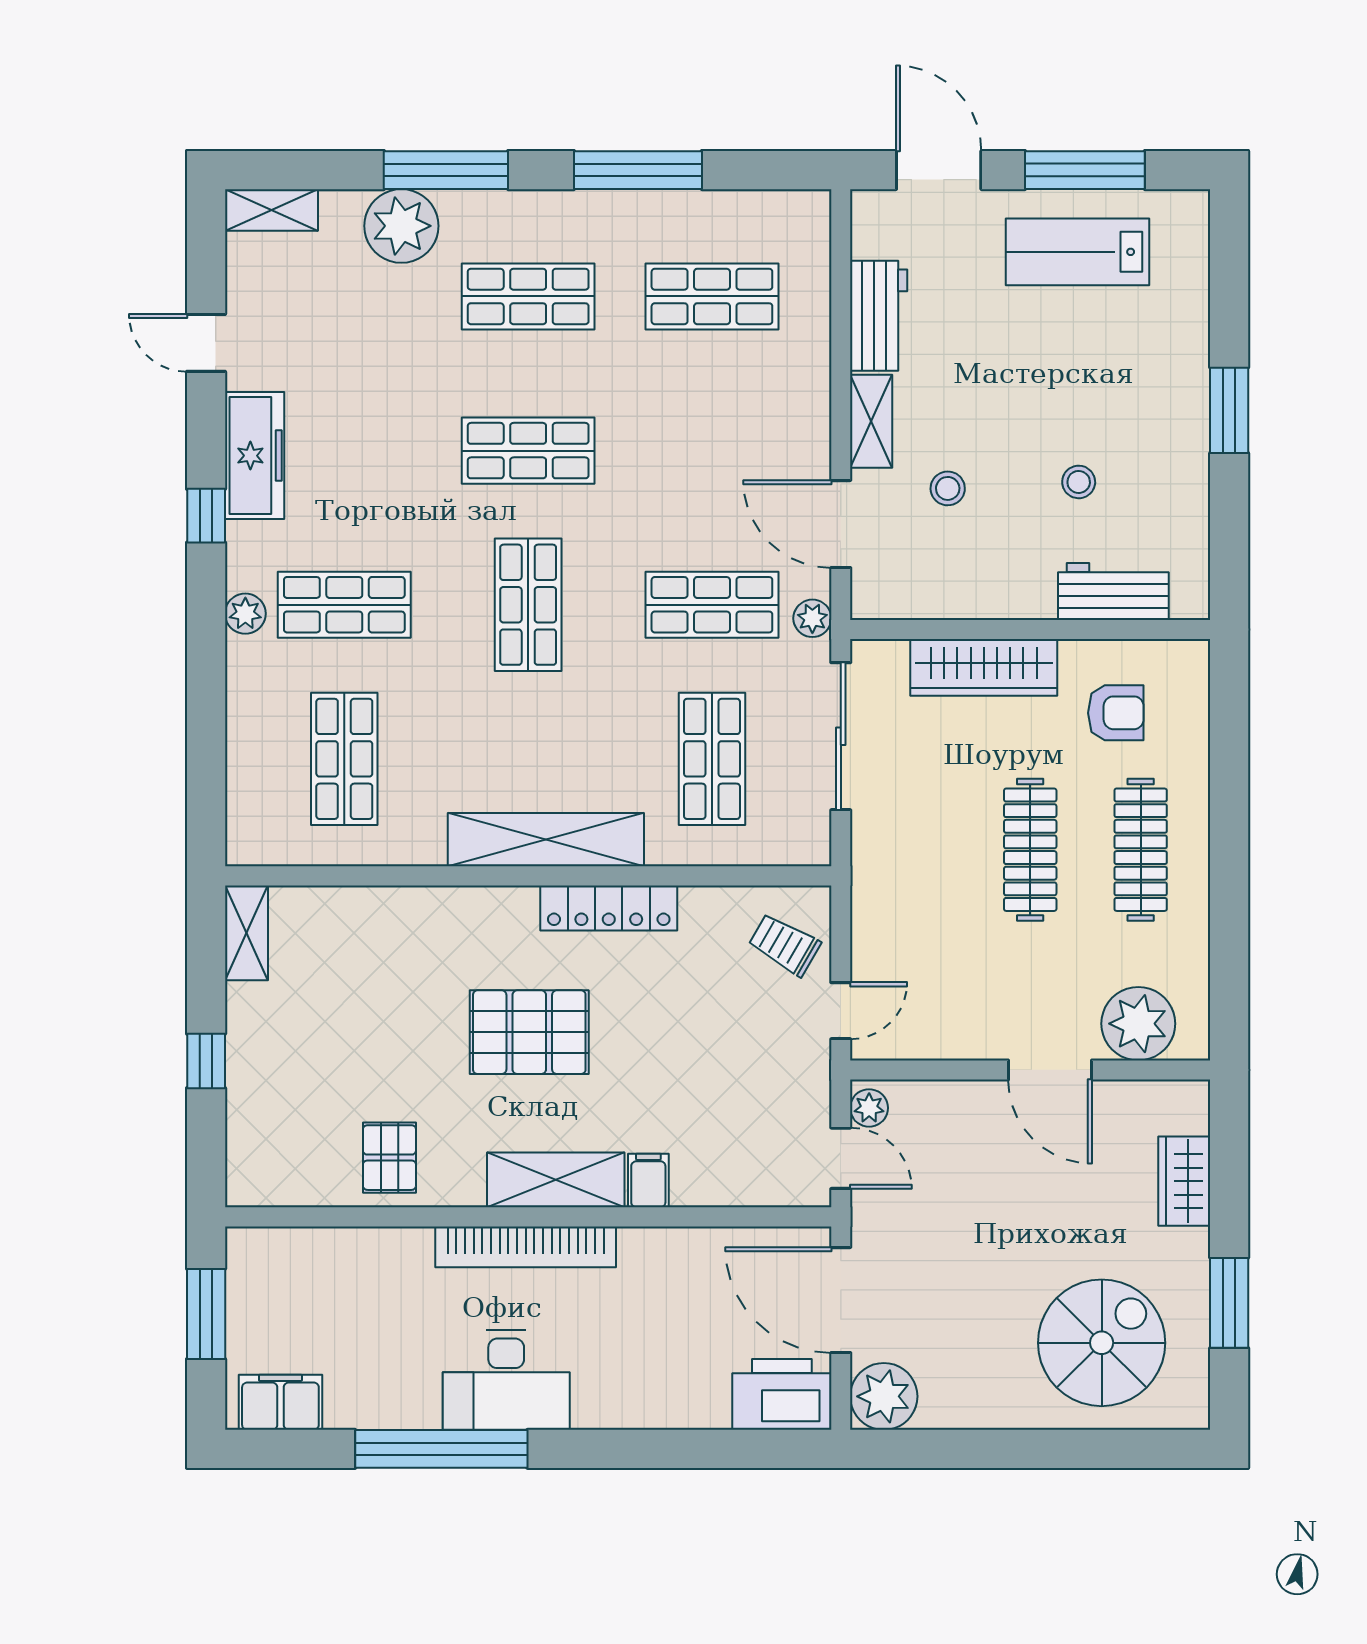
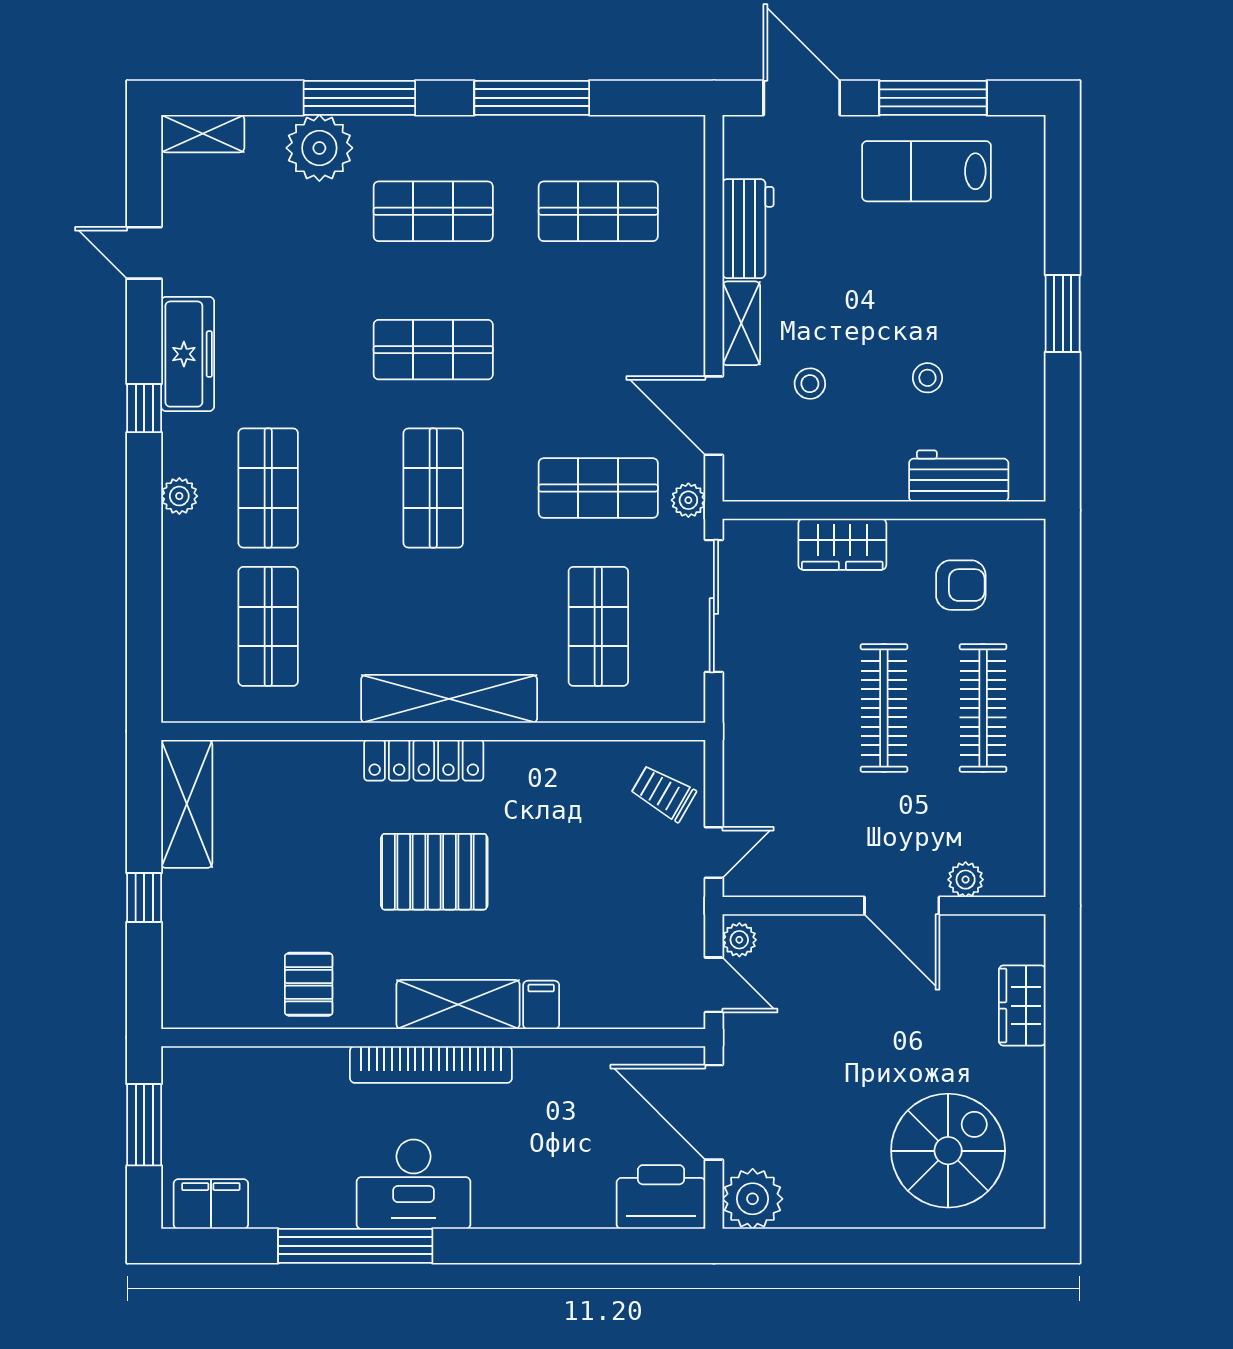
shop shelf: (344, 605) -> (268, 488), turned 90
wardrobe: (984, 667) -> (842, 544), width x0.67
locker: (609, 908) -> (424, 760), moved
shelving: (246, 933) -> (187, 804), width x1.50, depth x1.33
plant: (1138, 1024) -> (966, 880), width x0.53, depth x0.53
window: (1229, 1303) -> (1063, 1115), removed

